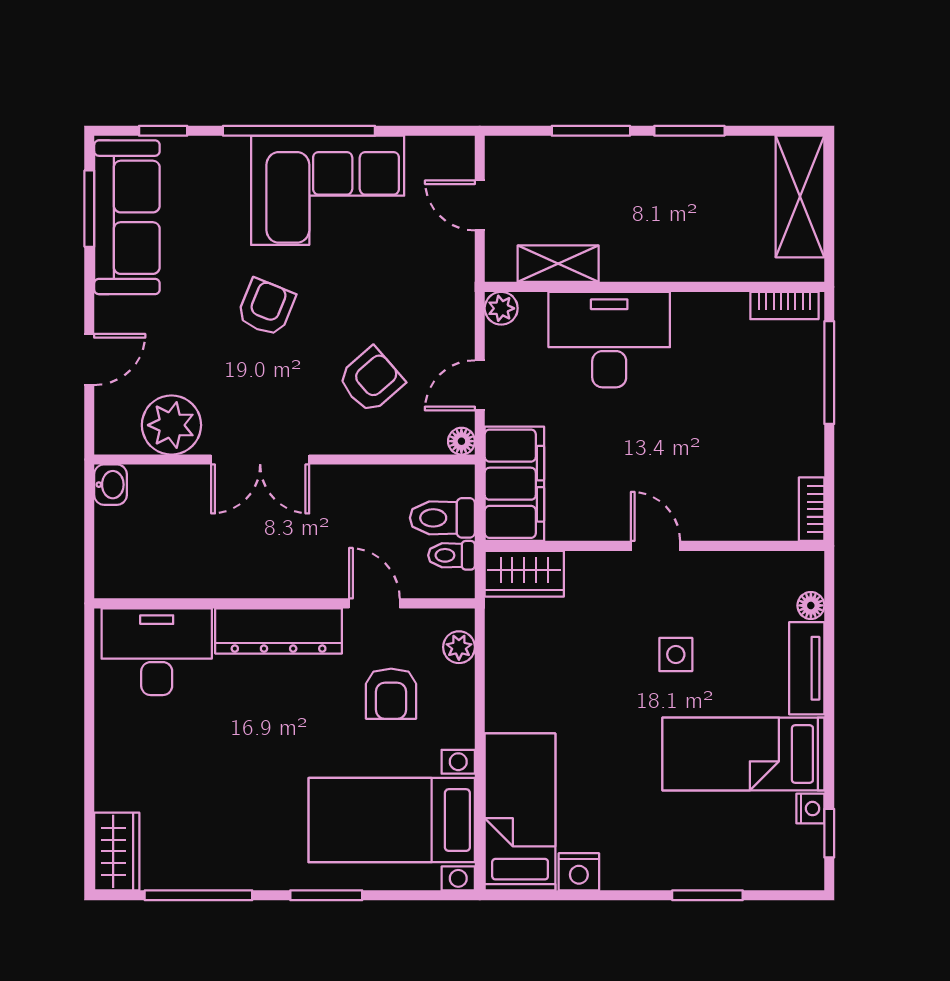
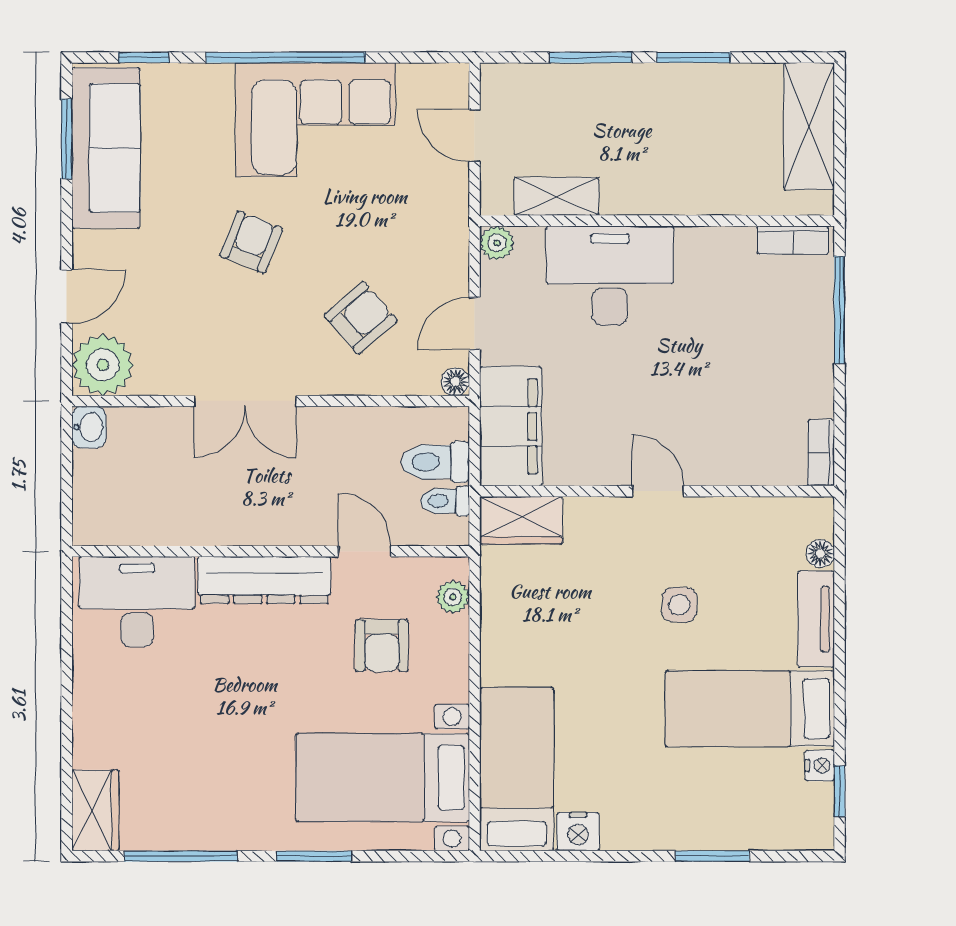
plant: (171, 425) -> (103, 365), moved

